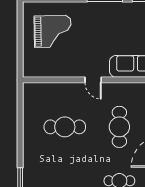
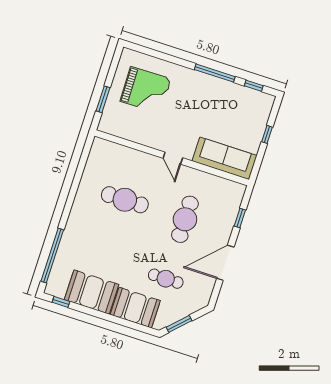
window: (20, 50) -> (103, 99), added

